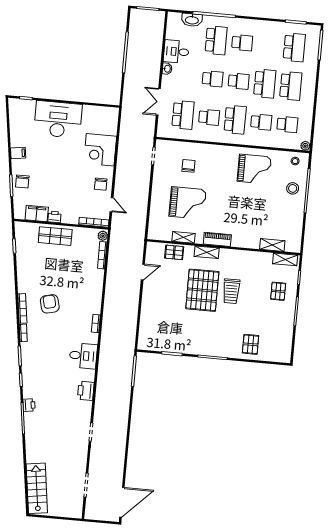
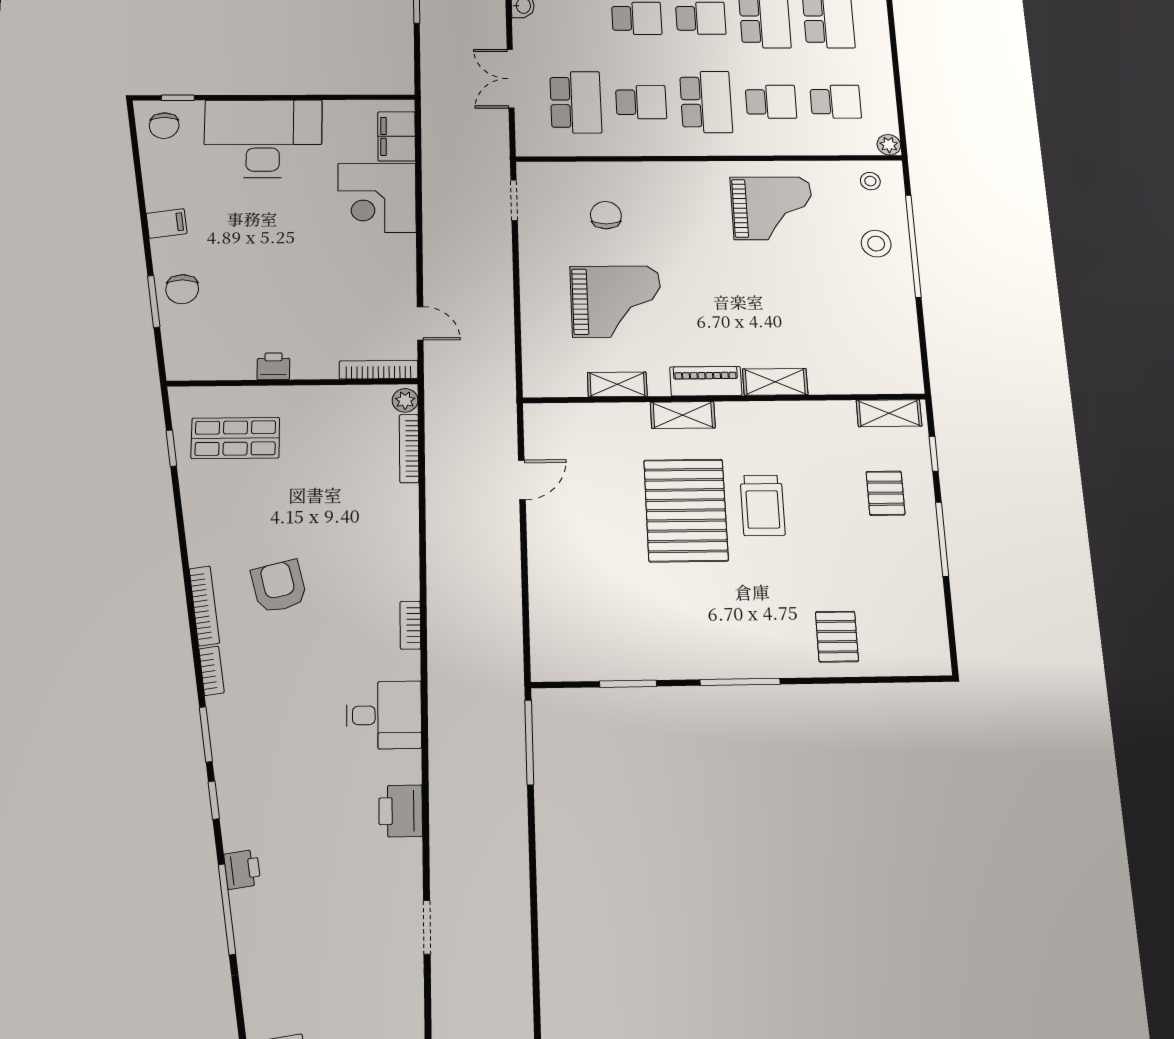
chair: (101, 184) -> (164, 126), moved
filing cabinet: (37, 213) -> (397, 136), moved, turned -90
shop shelf: (55, 236) -> (235, 438), moved
shelving: (272, 245) -> (775, 382), moved
pallet: (174, 252) -> (598, 423), removed

